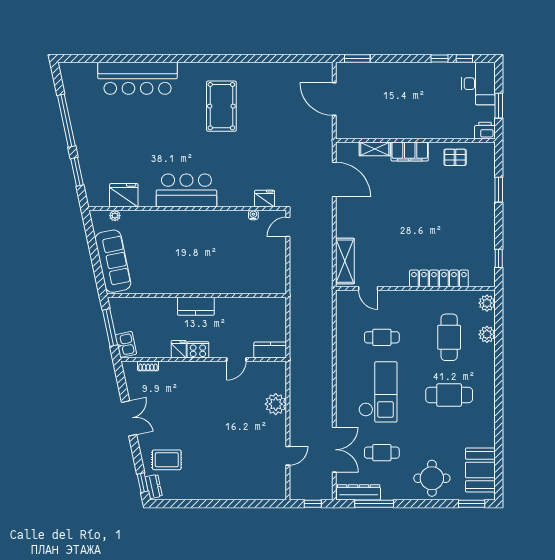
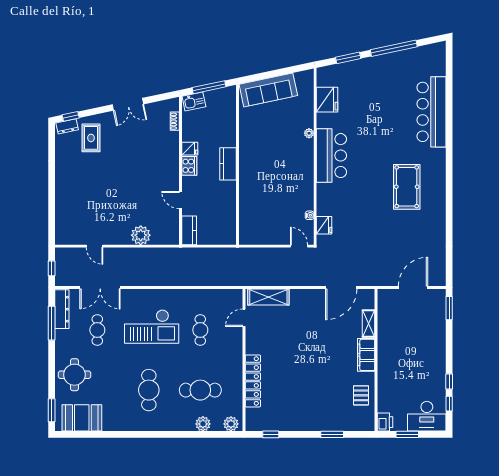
pool table: (221, 106) -> (407, 187), turned 90
plant: (115, 216) -> (309, 133), moved

